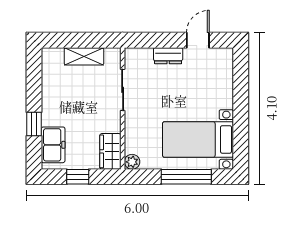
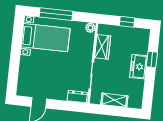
dresser: (168, 56) -> (77, 97), moved
freezer: (53, 145) -> (138, 67), moved
wardrobe: (110, 151) -> (103, 47), moved

